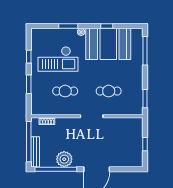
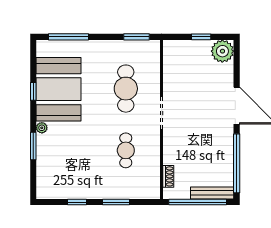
checkout: (58, 59) -> (80, 161), removed
cafe table: (109, 91) -> (126, 89), width x1.37, depth x1.35
plant: (64, 159) -> (222, 51), moved

